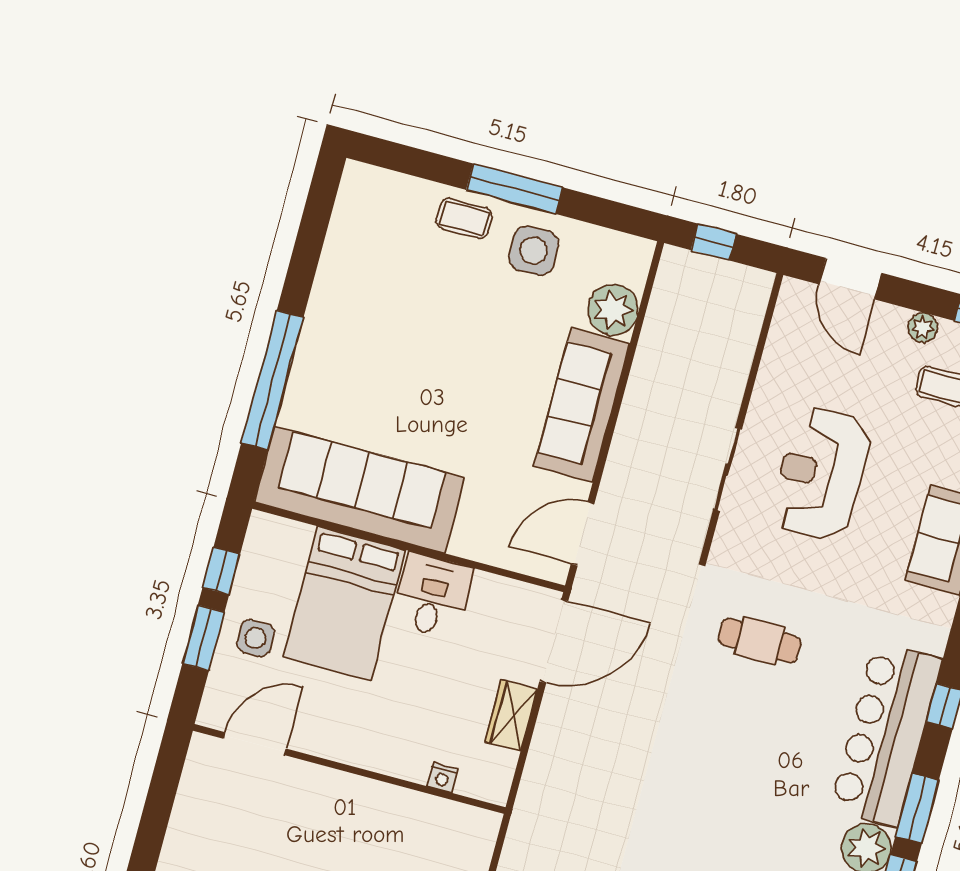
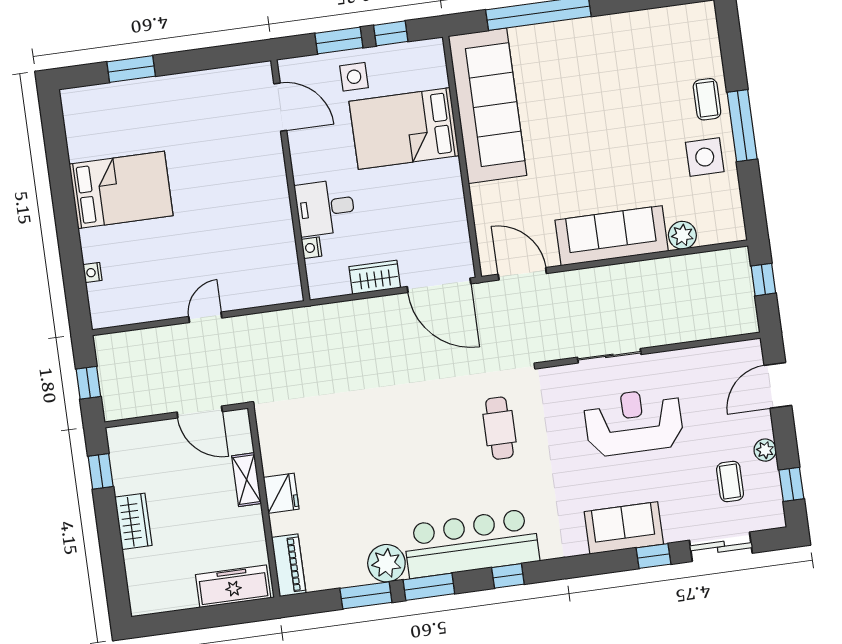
plant: (613, 310) -> (682, 235), width x0.73, depth x0.73
desk: (432, 596) -> (325, 208), moved, turned 180

